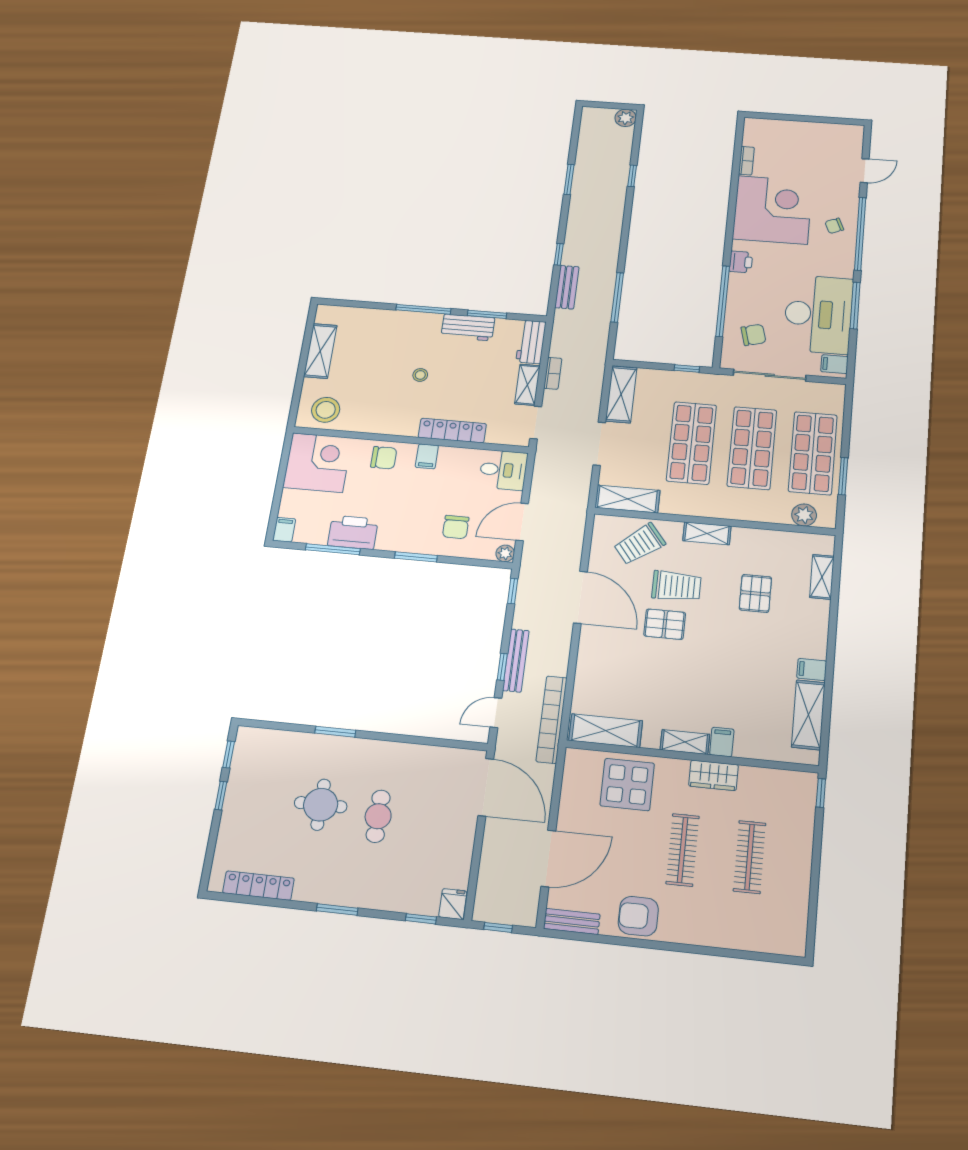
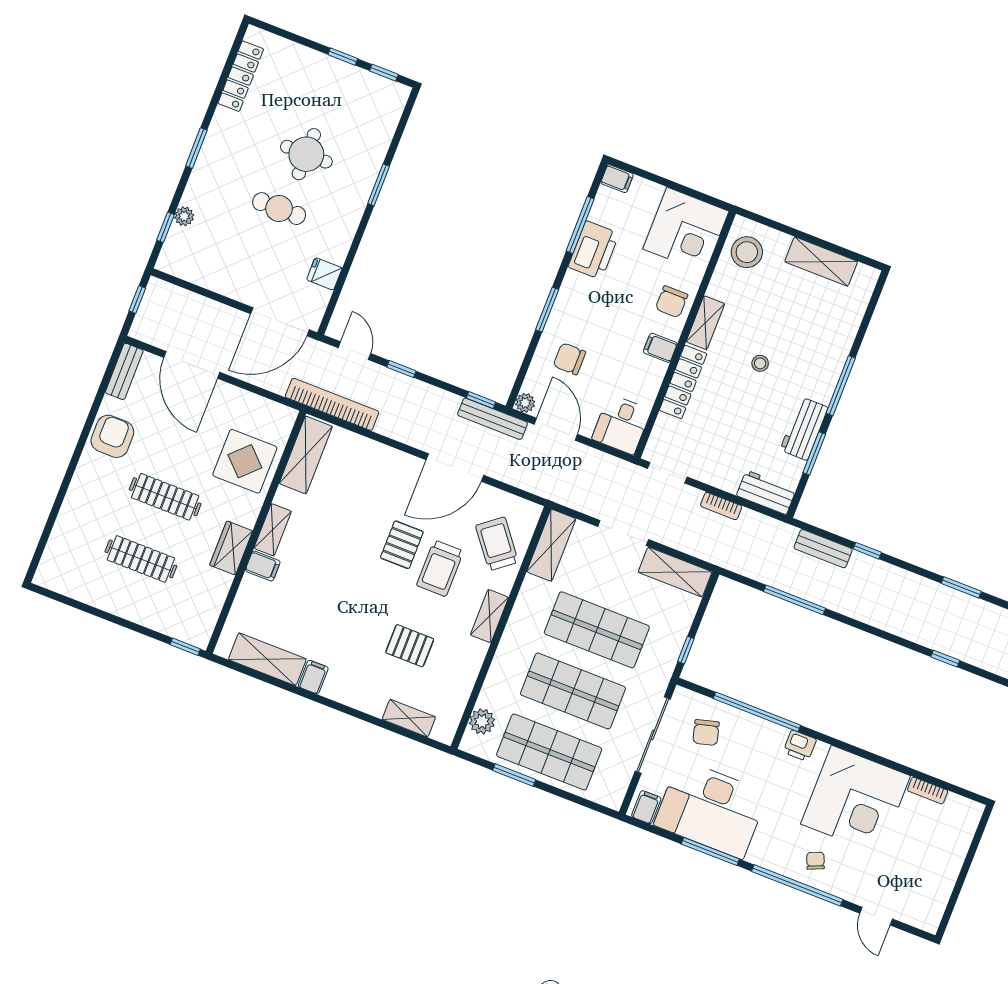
shelving: (527, 385) -> (705, 323), moved, turned 90
bench: (516, 660) -> (493, 419), moved
plant: (406, 904) -> (184, 216), added
fridge: (453, 904) -> (324, 274), moved, turned 180

